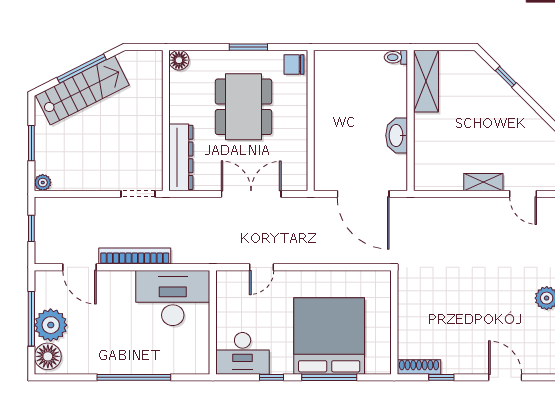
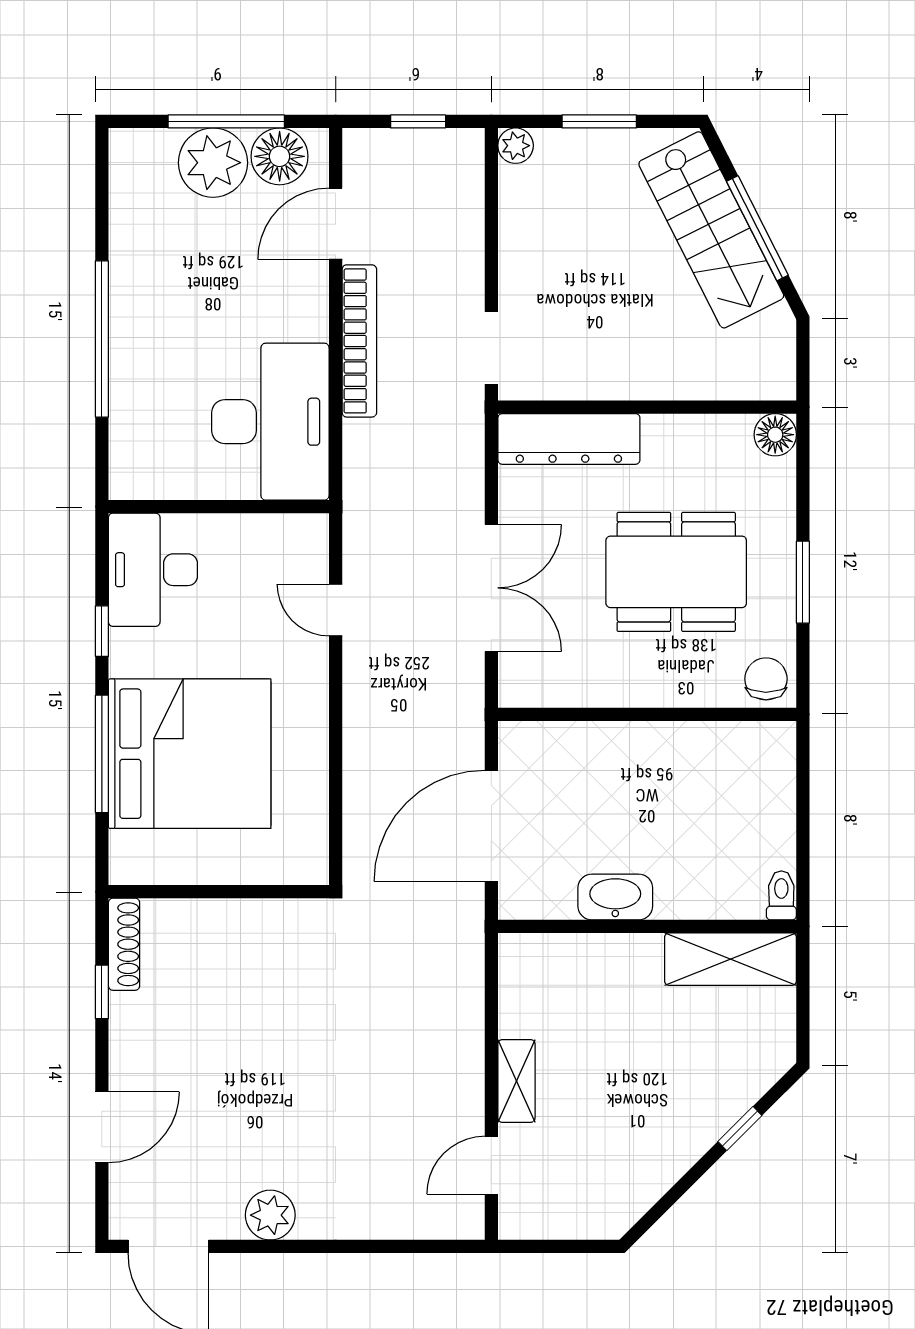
floor lamp: (48, 356) -> (280, 156), moved

